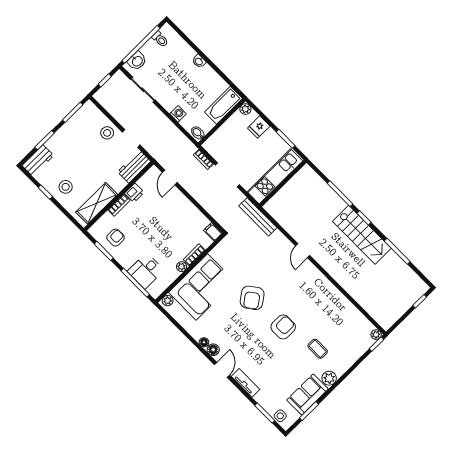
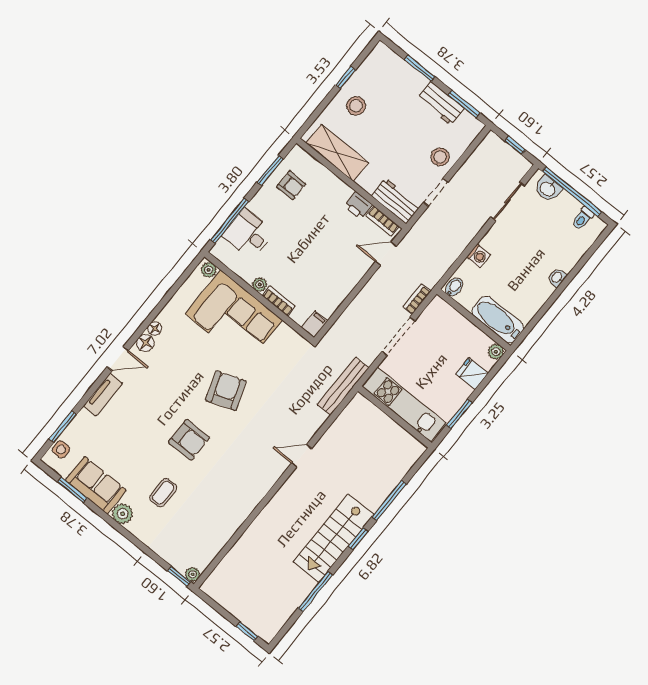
workbench: (38, 161) -> (441, 103), moved
bookcase: (119, 205) -> (382, 221), moved
armchair: (252, 298) -> (226, 391), turned 106

